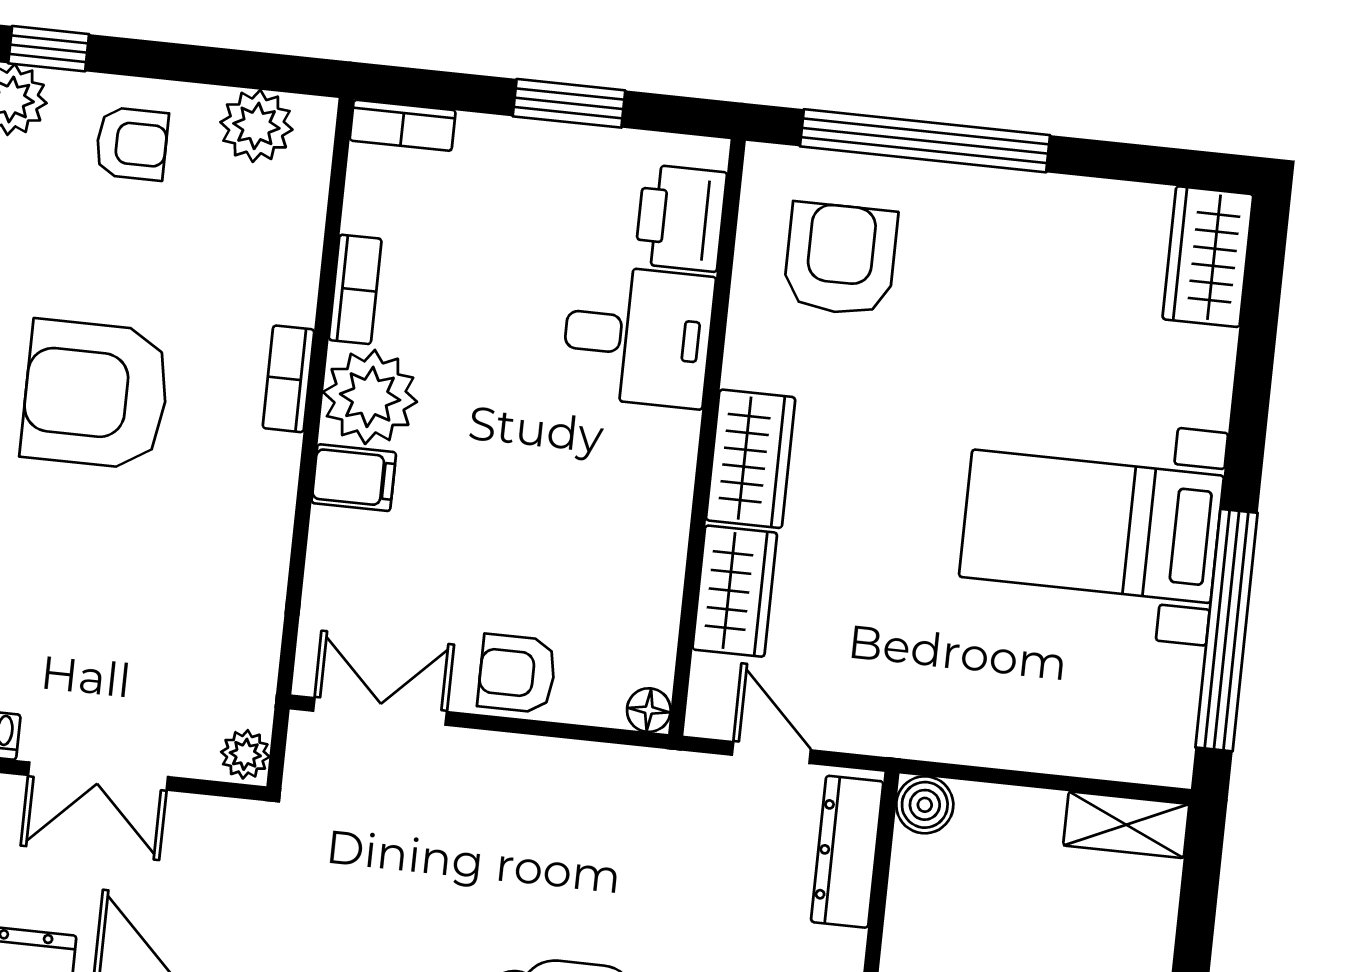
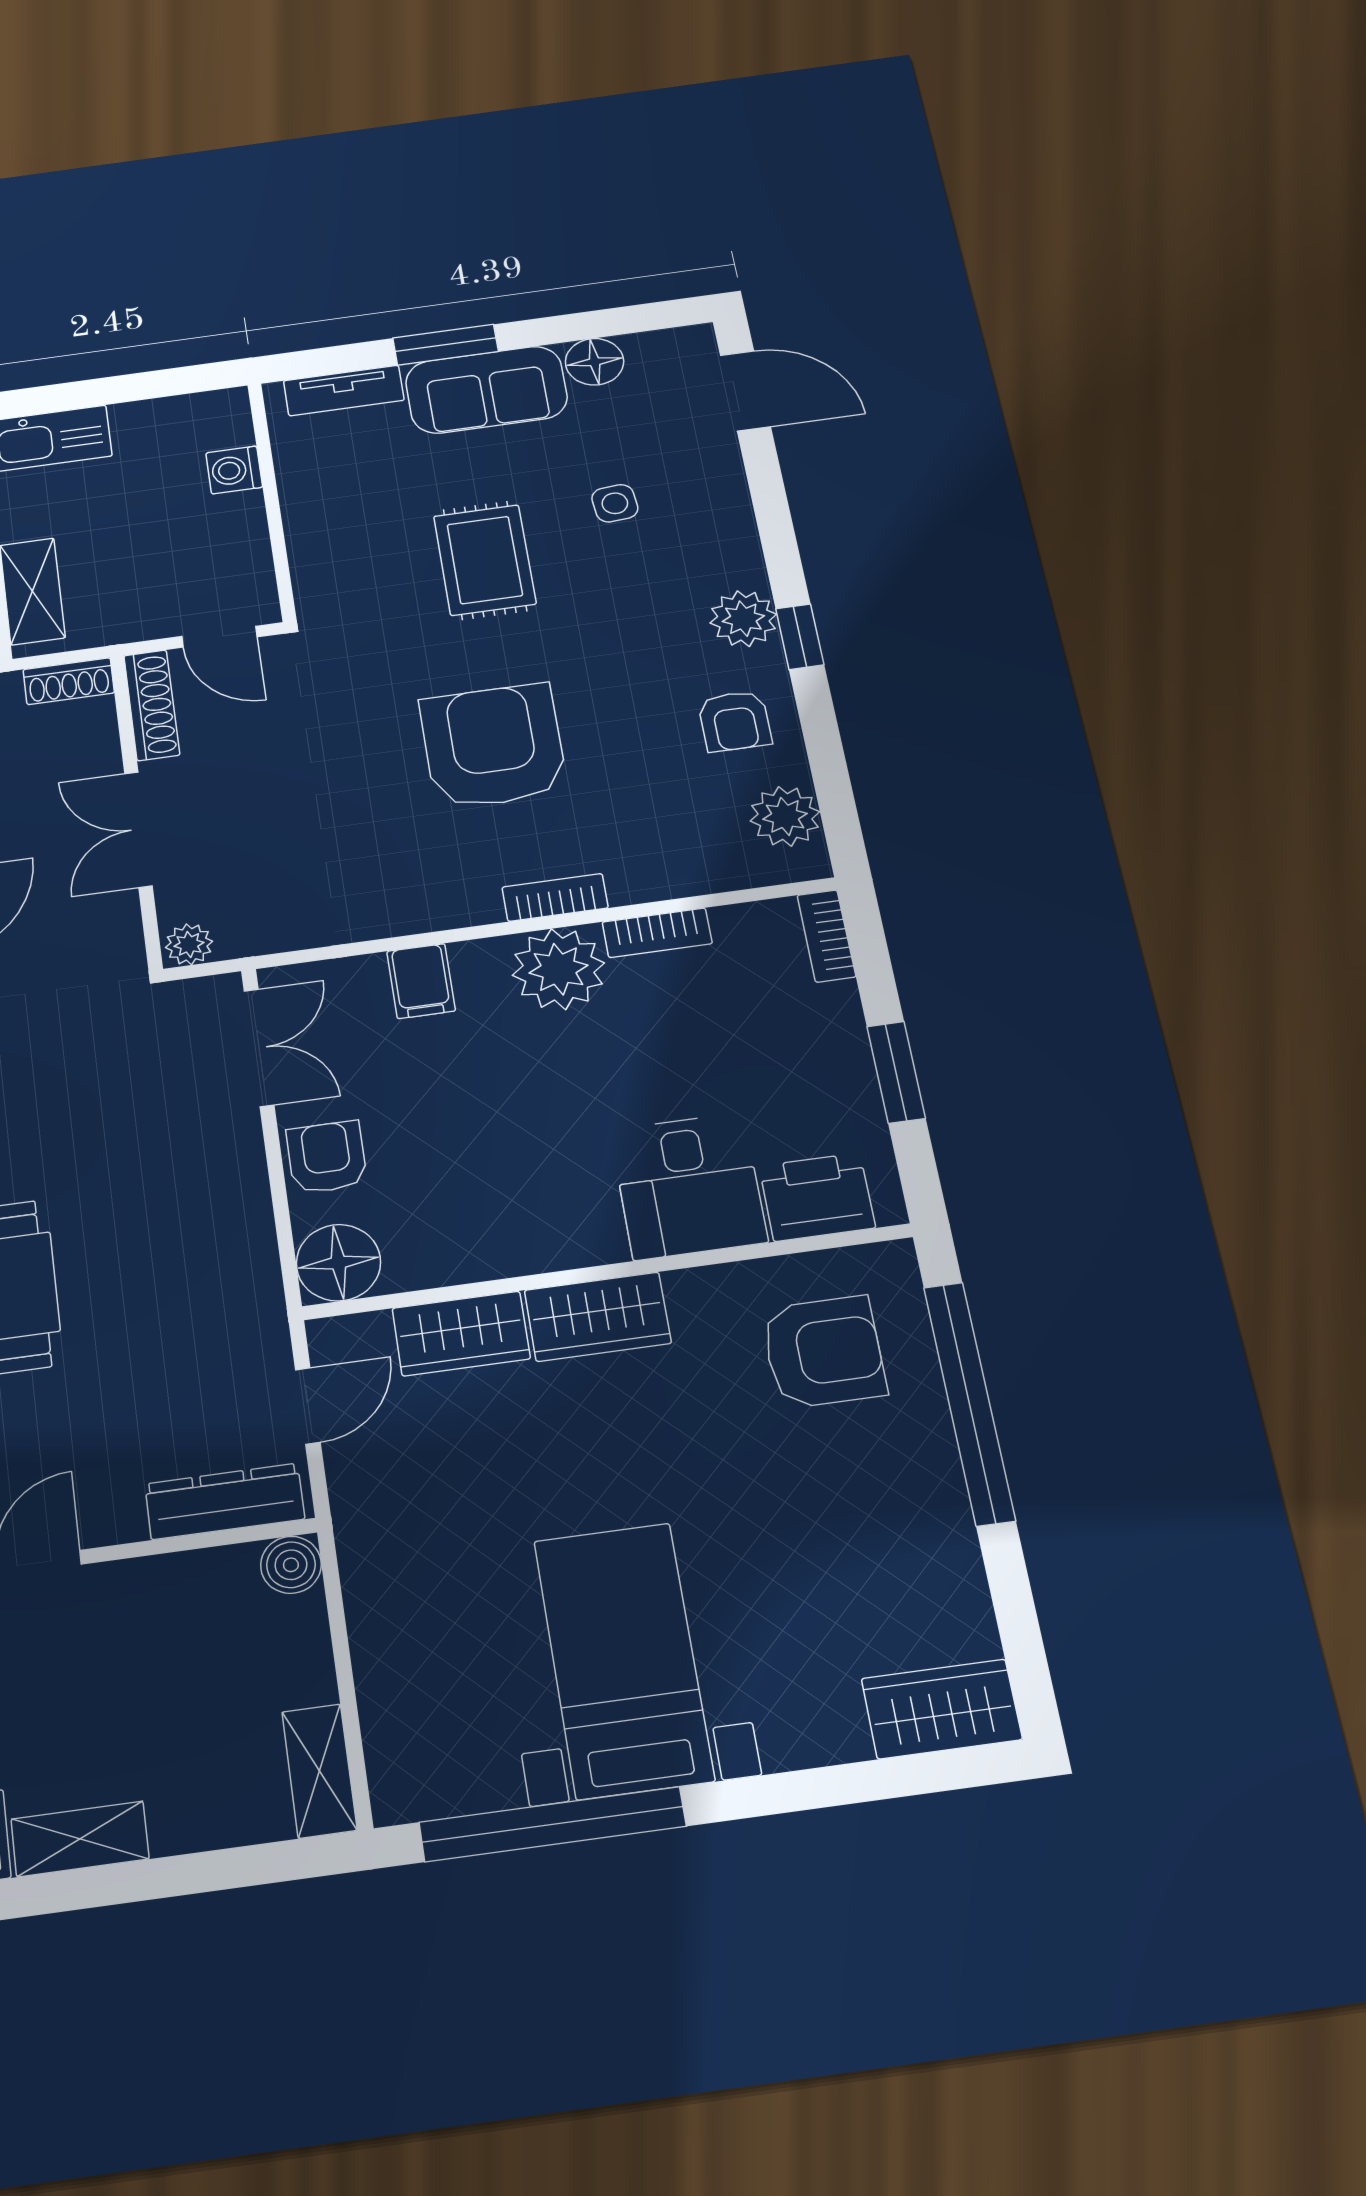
filing cabinet: (354, 478) -> (421, 981), moved
floor lamp: (649, 710) -> (338, 1263), width x1.89, depth x1.89

